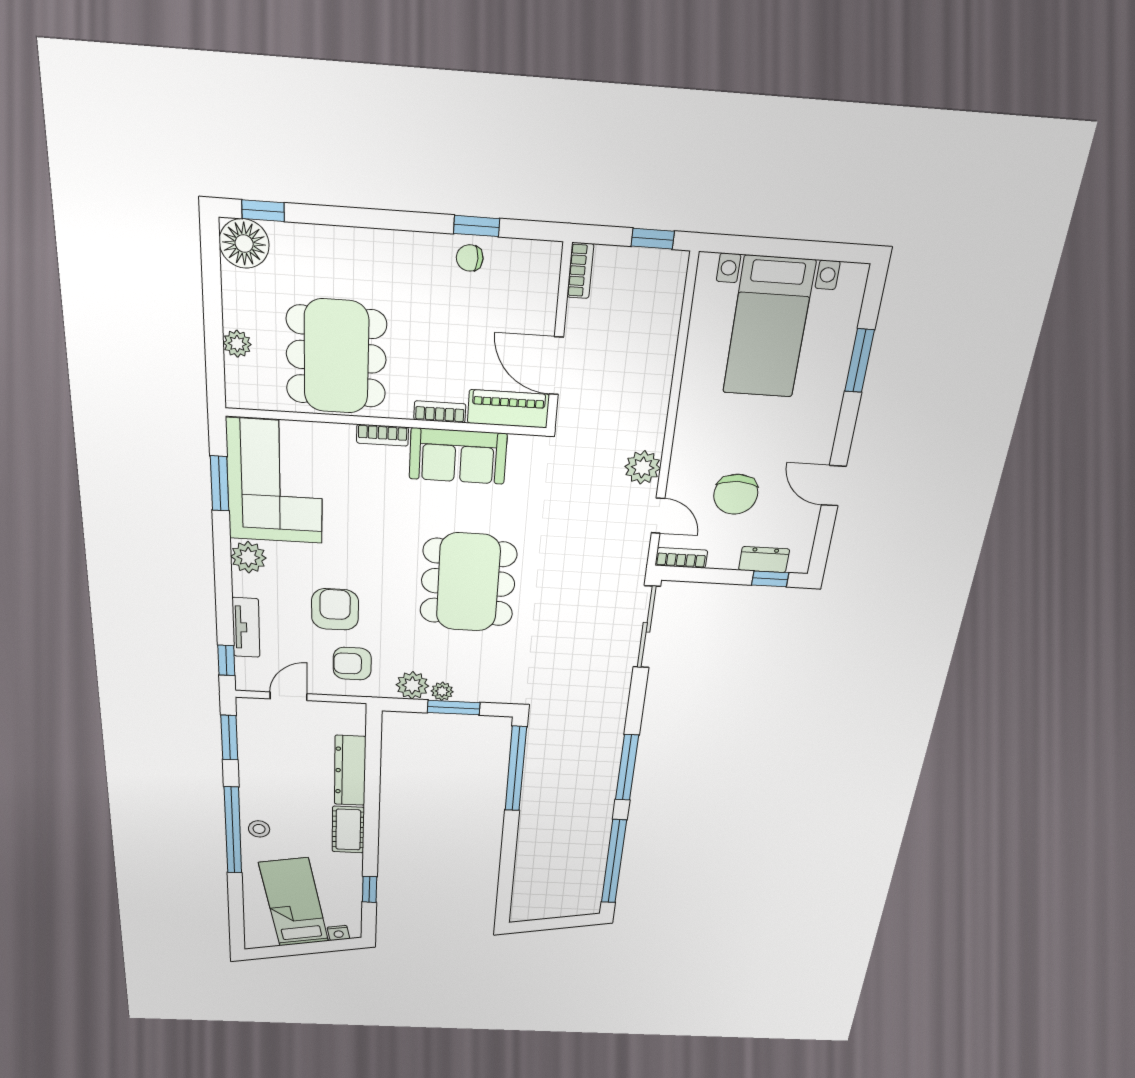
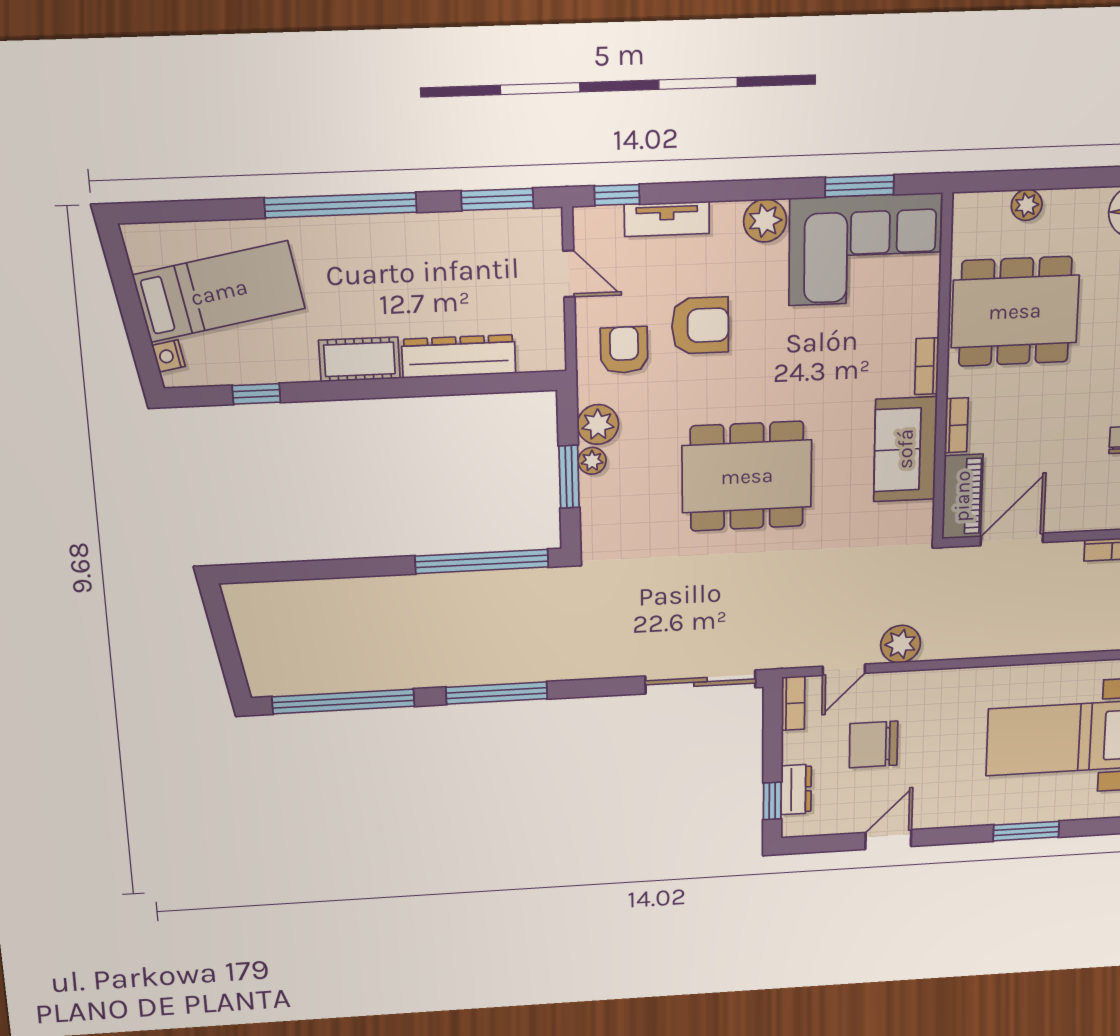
stool: (259, 829) -> (347, 241), removed

